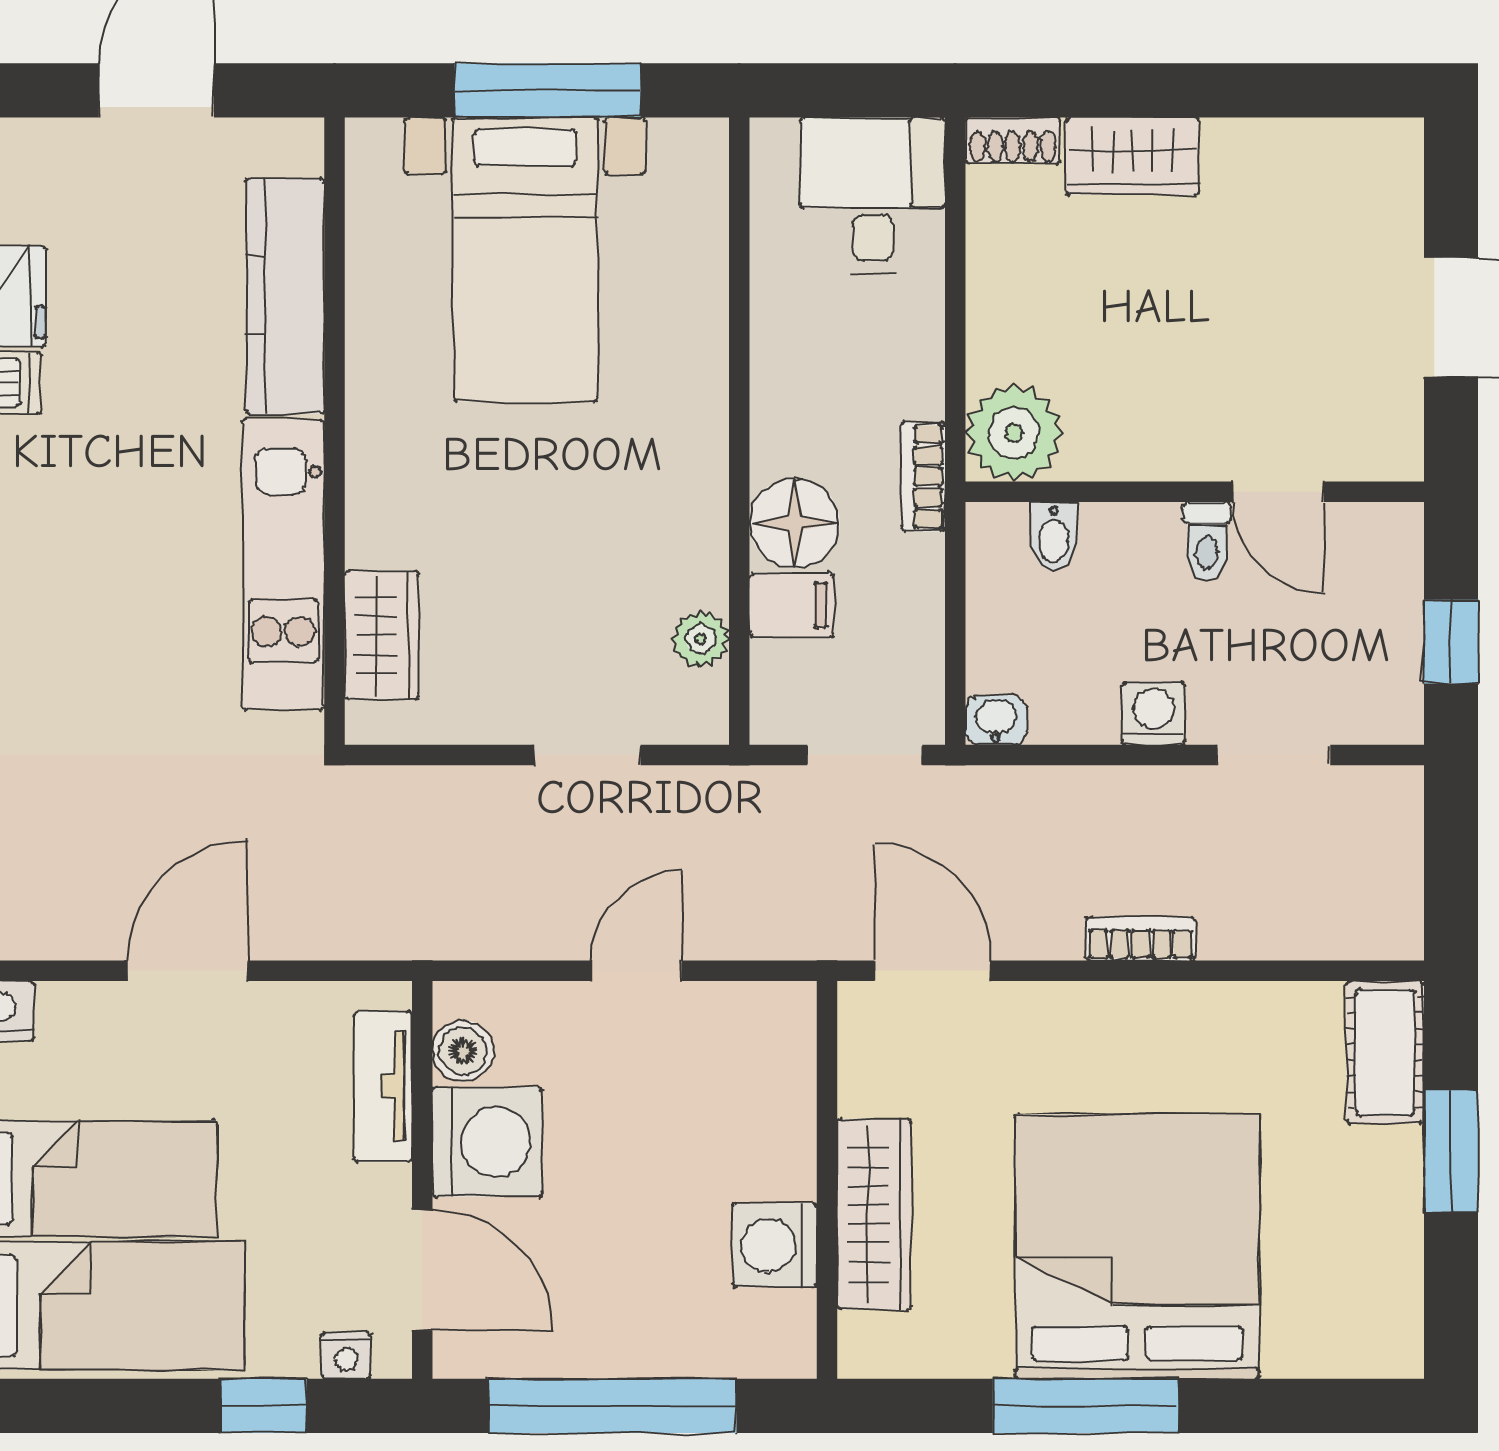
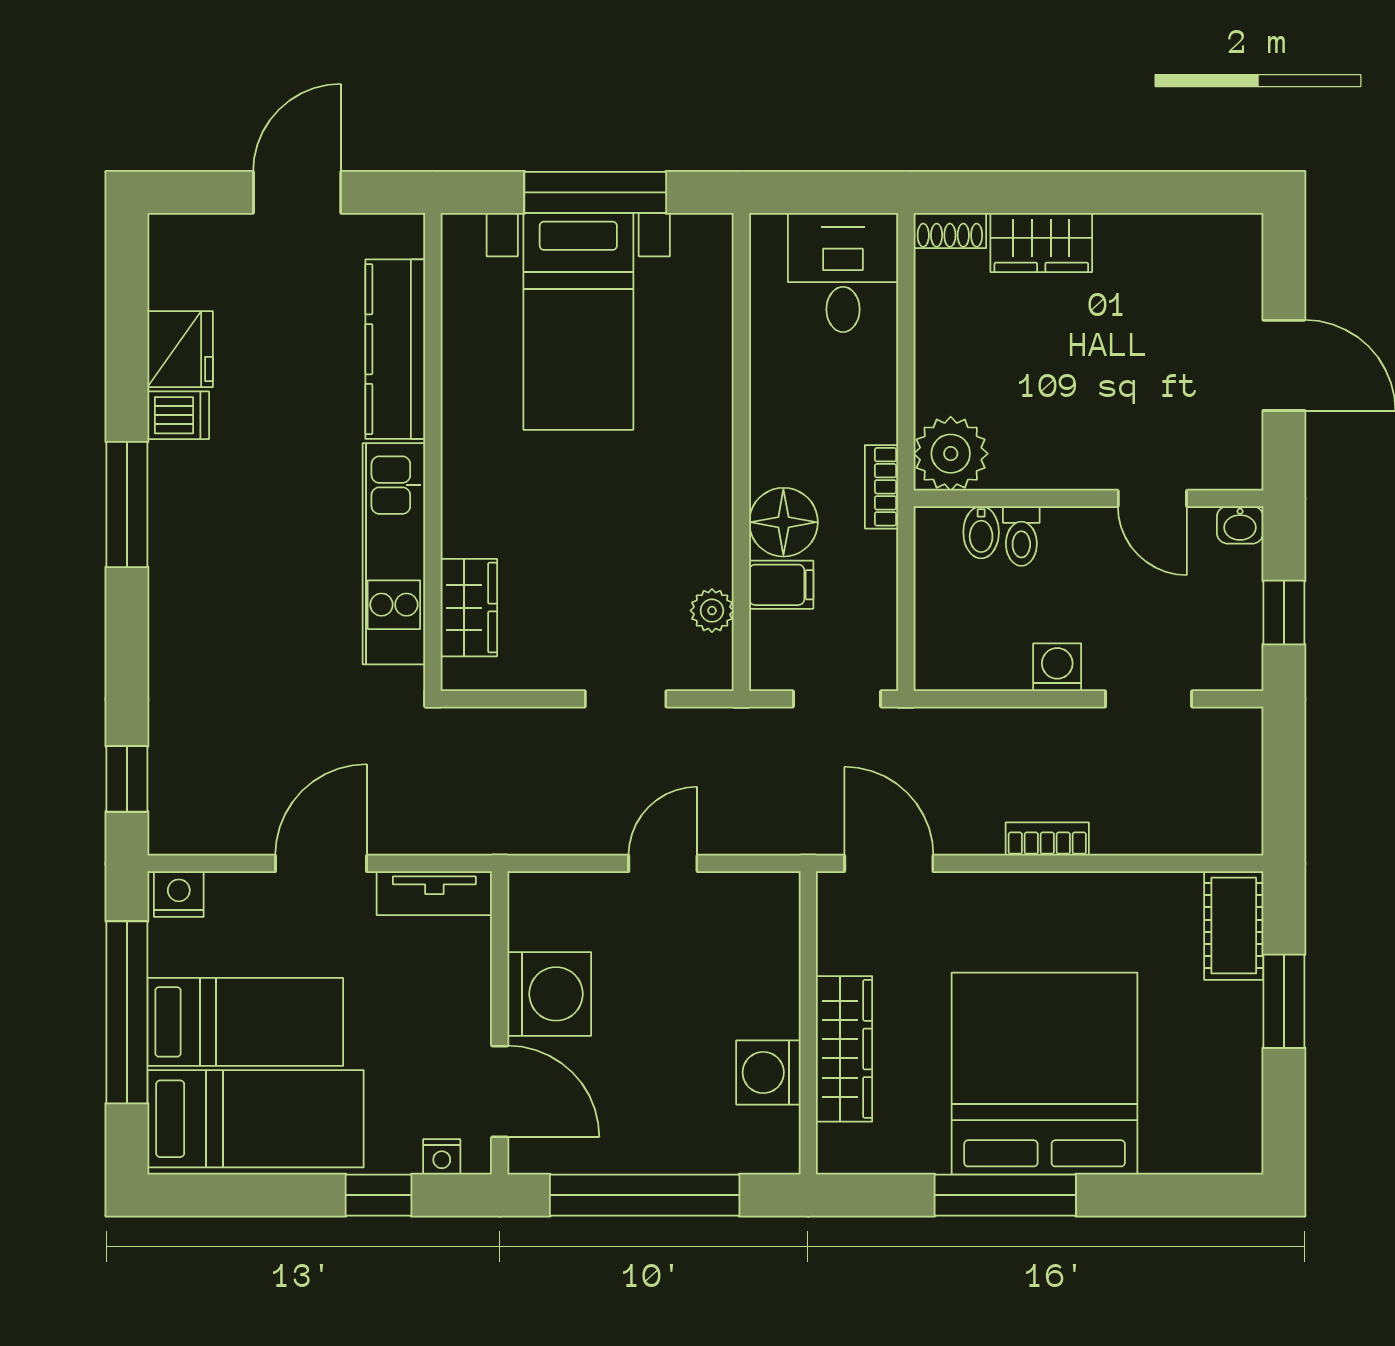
toilet: (1207, 541) -> (1021, 536), moved
washbasin: (996, 720) -> (1240, 525), moved, turned 180
boiler: (463, 1051) -> (531, 925), removed
tv unit: (383, 1086) -> (434, 893), moved, turned -90

